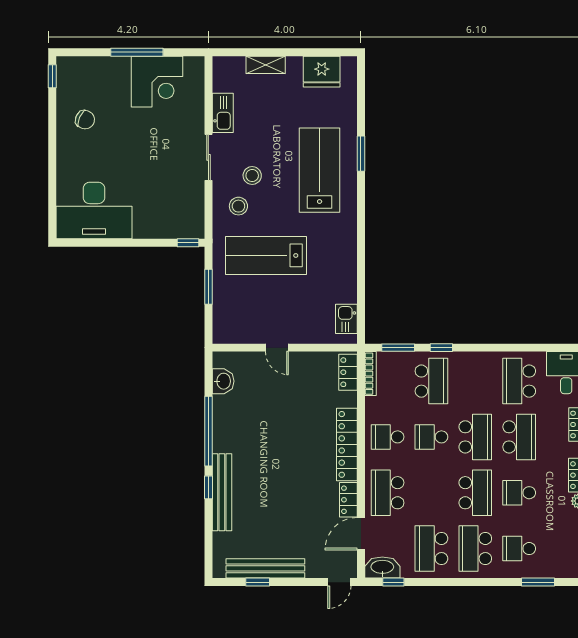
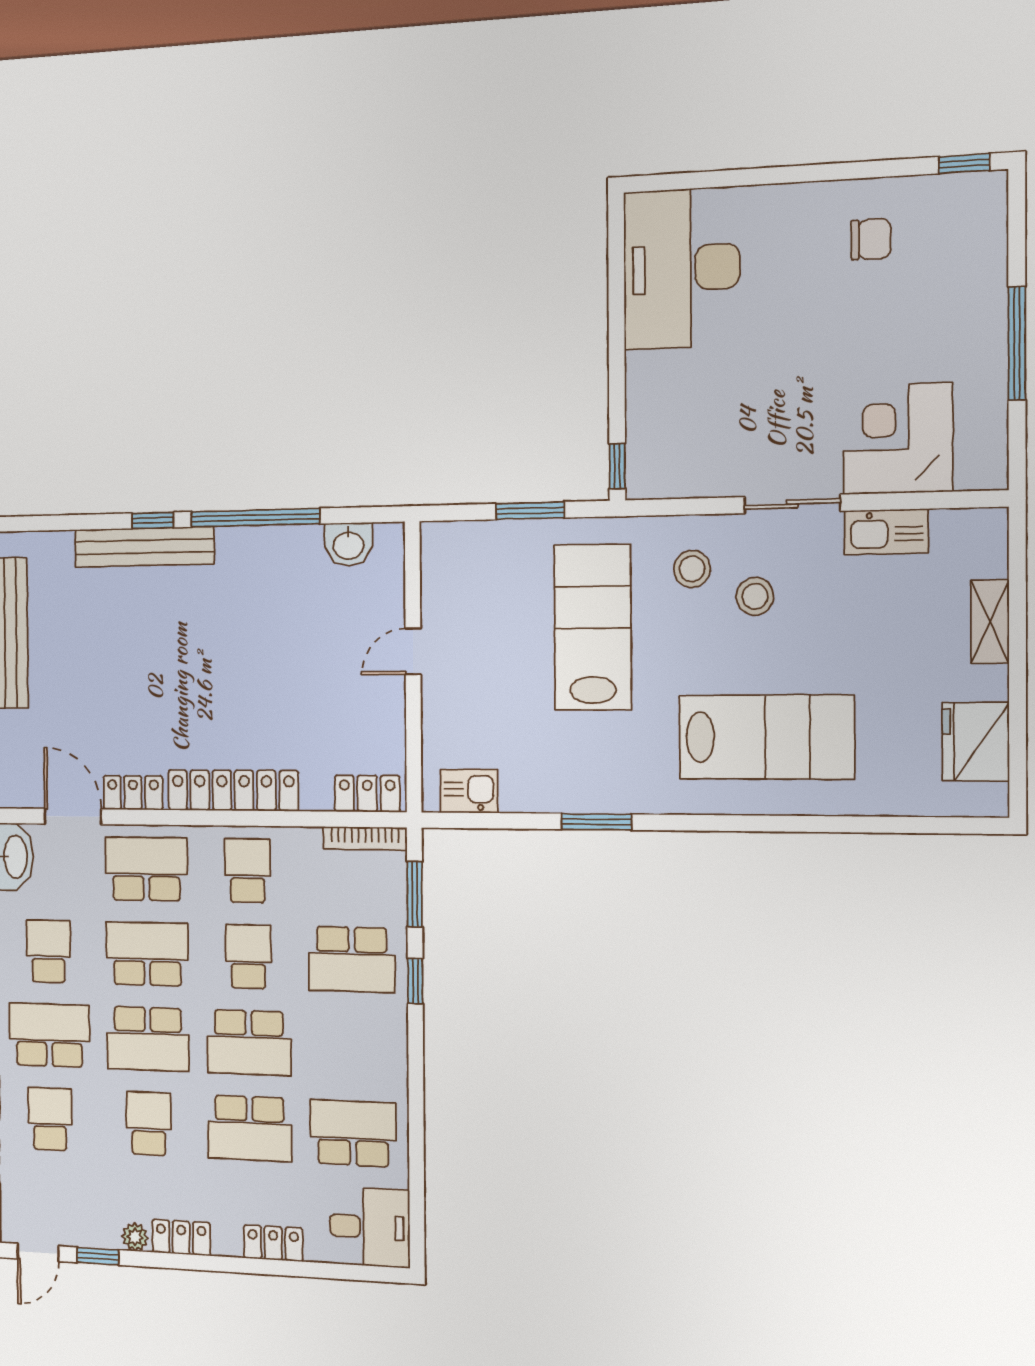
corner desk: (157, 82) -> (898, 439), moved, turned 90
chair: (85, 120) -> (871, 239), turned -113
window: (361, 154) -> (596, 822), moved
school desk: (431, 493) -> (147, 954), added
school desk: (431, 549) -> (48, 951), width x0.54

